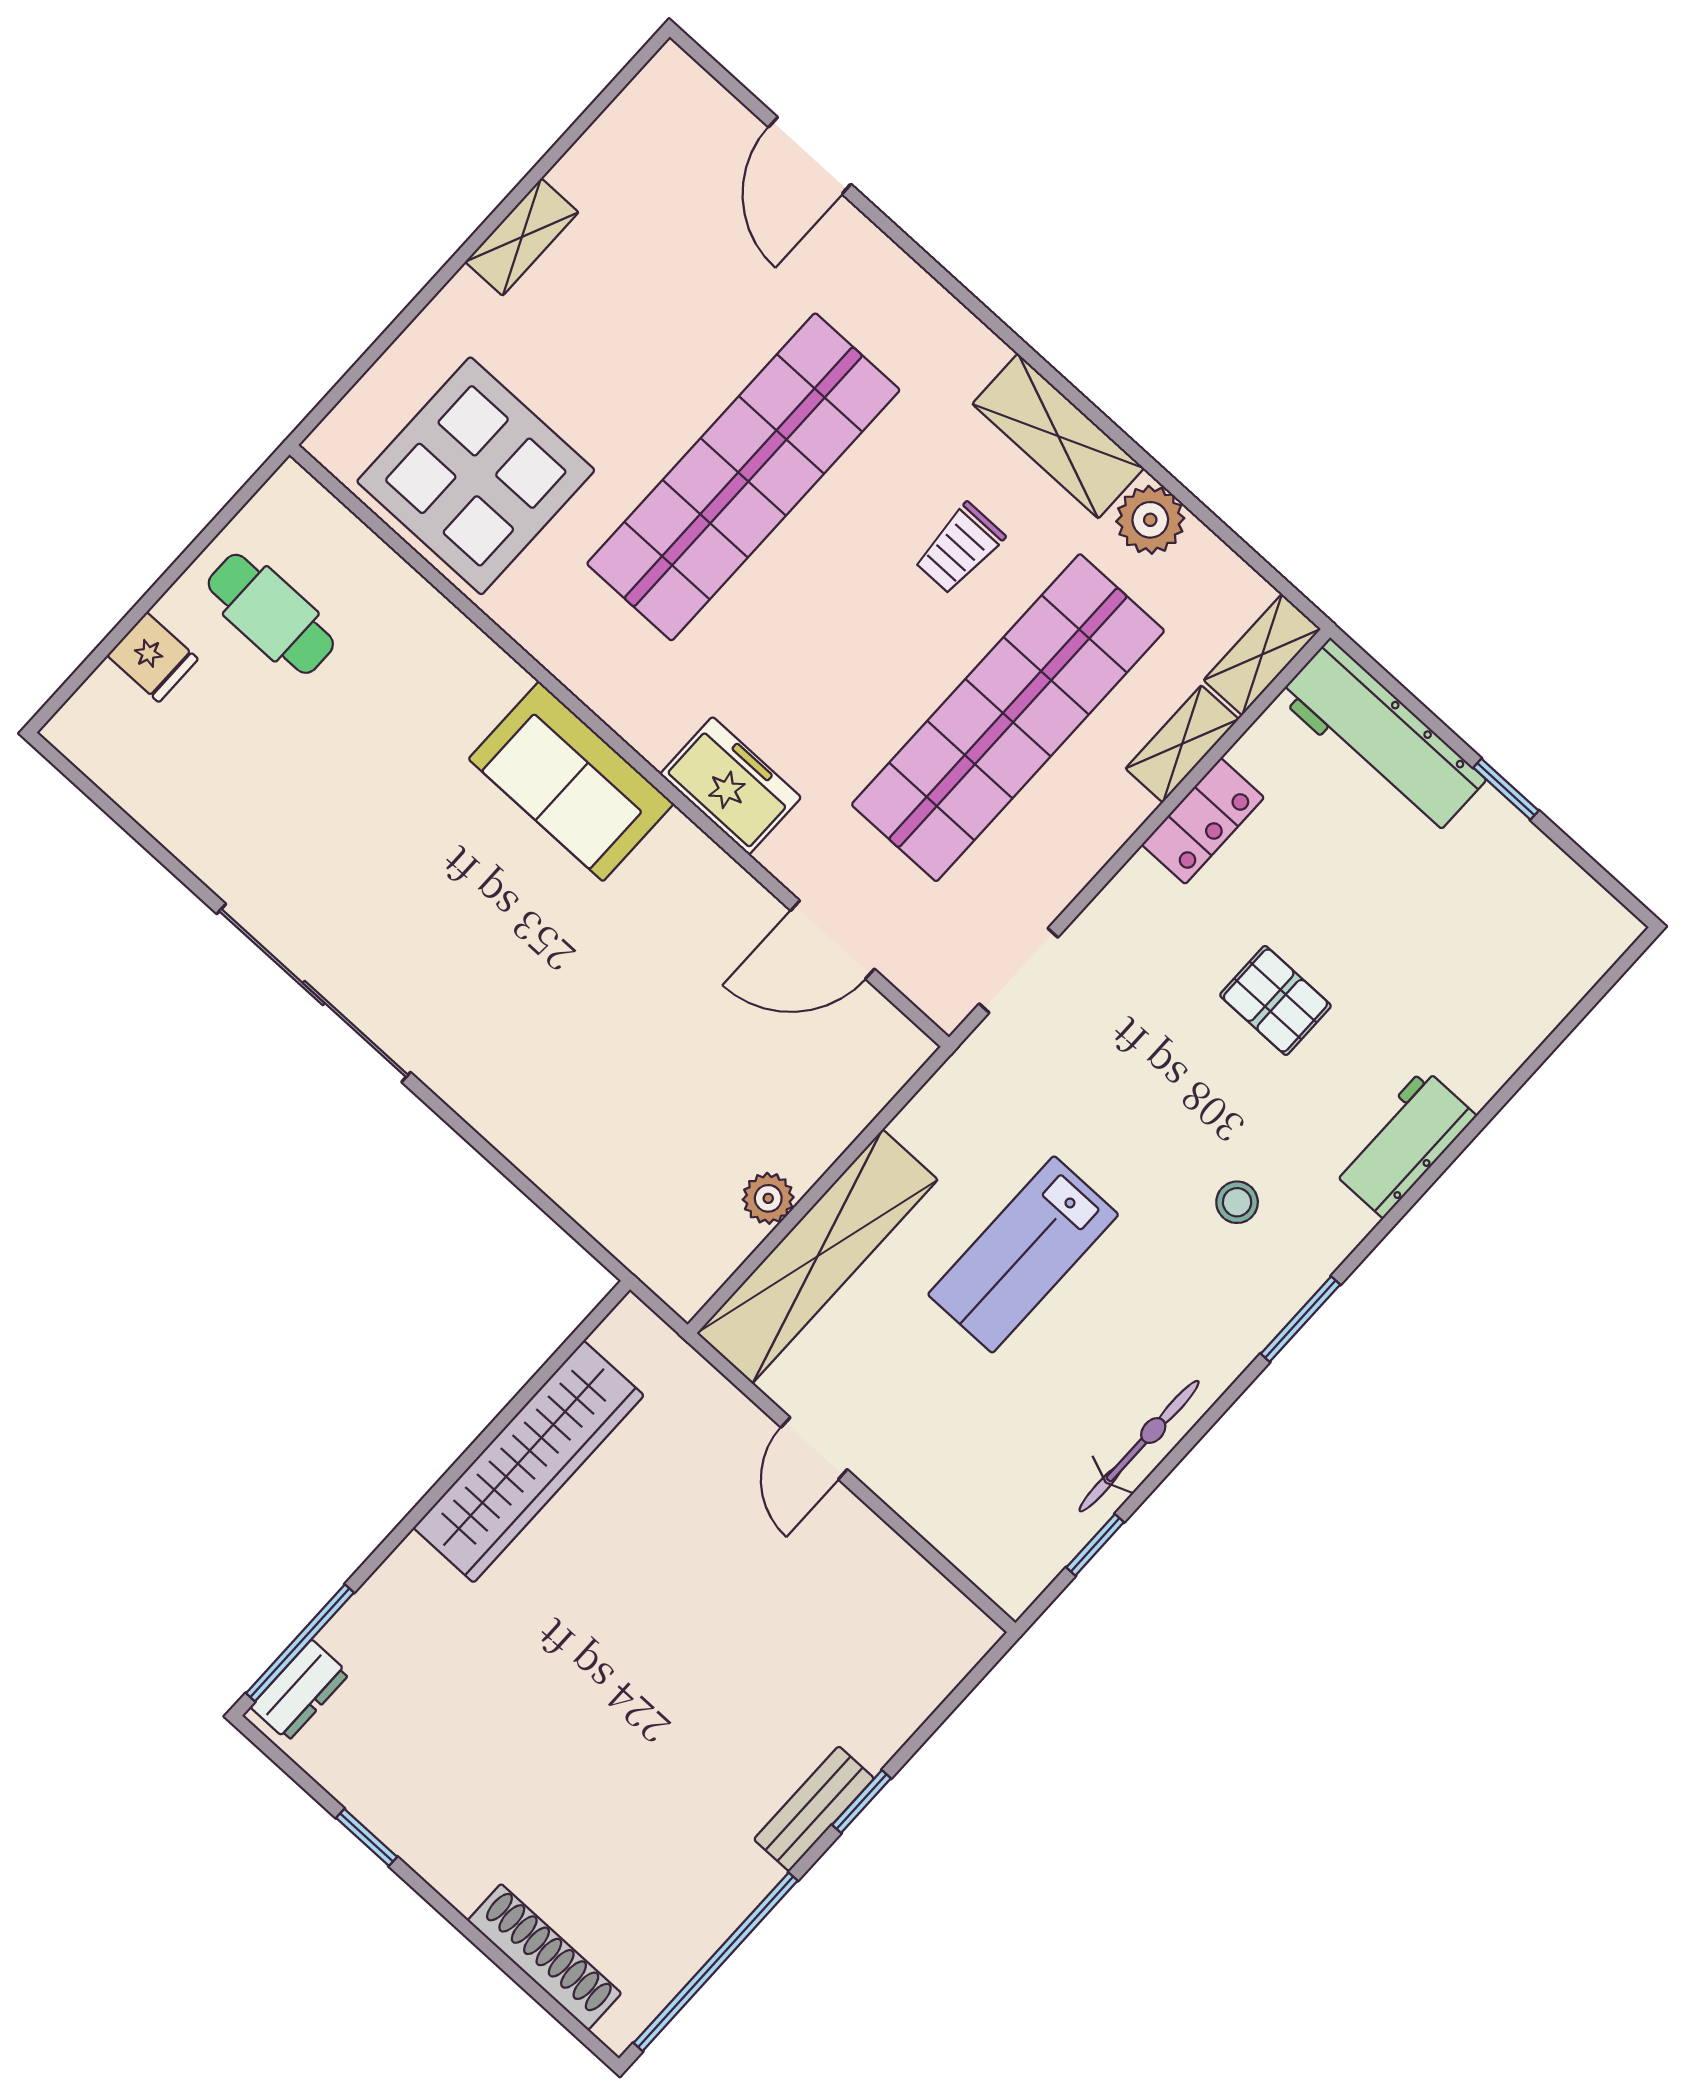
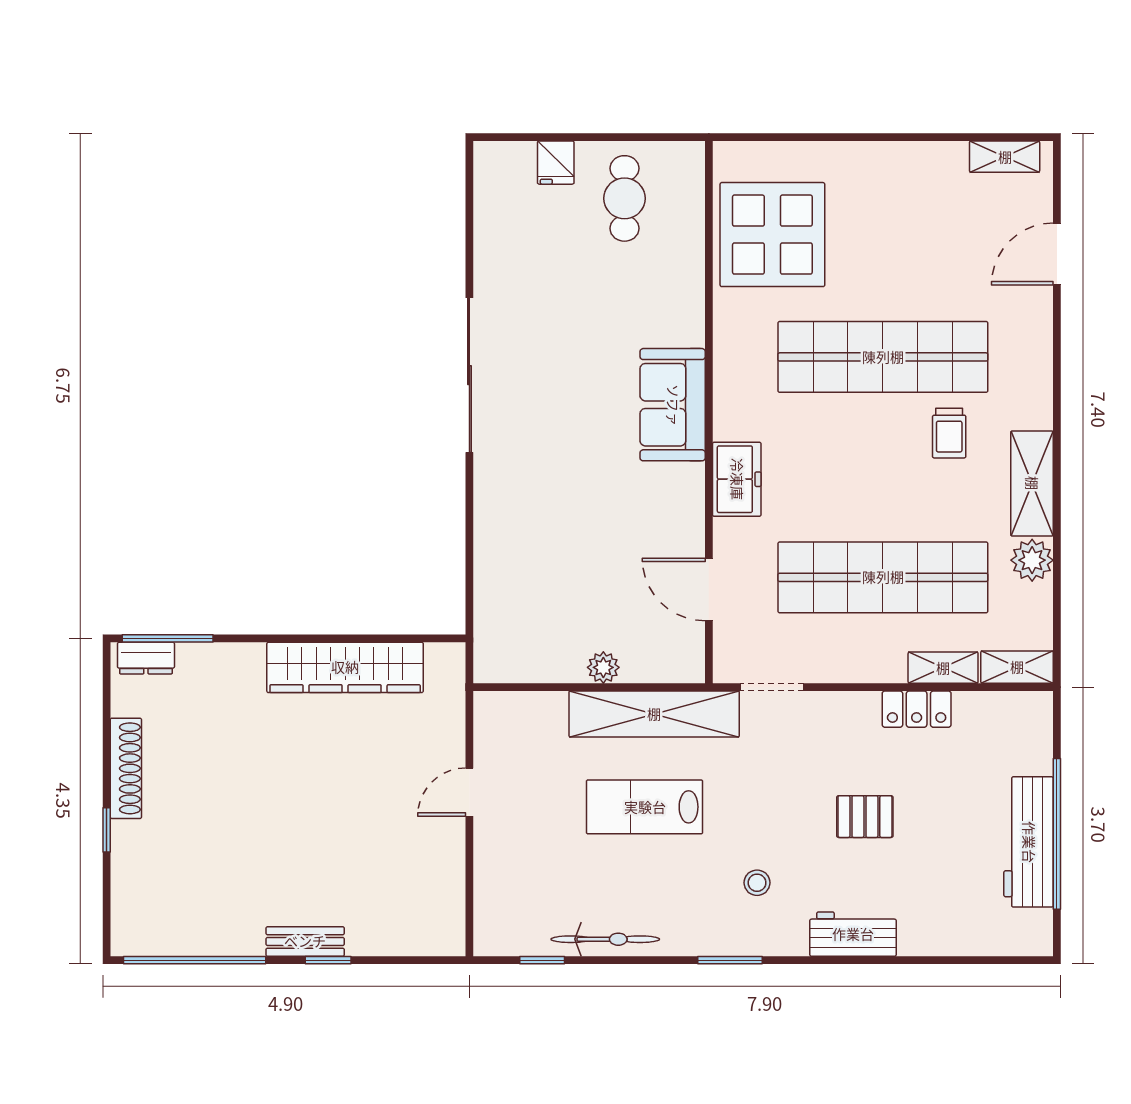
shelving: (522, 237) -> (1005, 157), moved
trolley: (960, 548) -> (949, 433), moved, turned -90
workbench: (1382, 738) -> (1029, 842), moved
window: (1506, 789) -> (1057, 834), width x3.17
pallet: (1275, 1000) -> (865, 817), turned 90
plant: (768, 1198) -> (603, 667), moved
shelving: (817, 1256) -> (654, 714), moved
window: (367, 1837) -> (107, 830), moved
shoe rack: (544, 1957) -> (126, 768), moved

